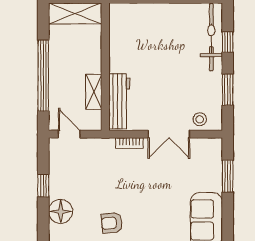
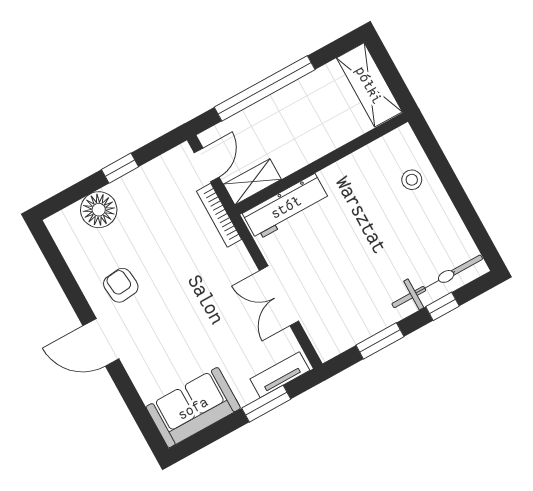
shelving: (94, 92) -> (252, 182), moved
stool: (200, 119) -> (412, 180), moved
bookcase: (129, 143) -> (219, 215), moved, width x1.56
tv unit: (215, 159) -> (280, 375), added

